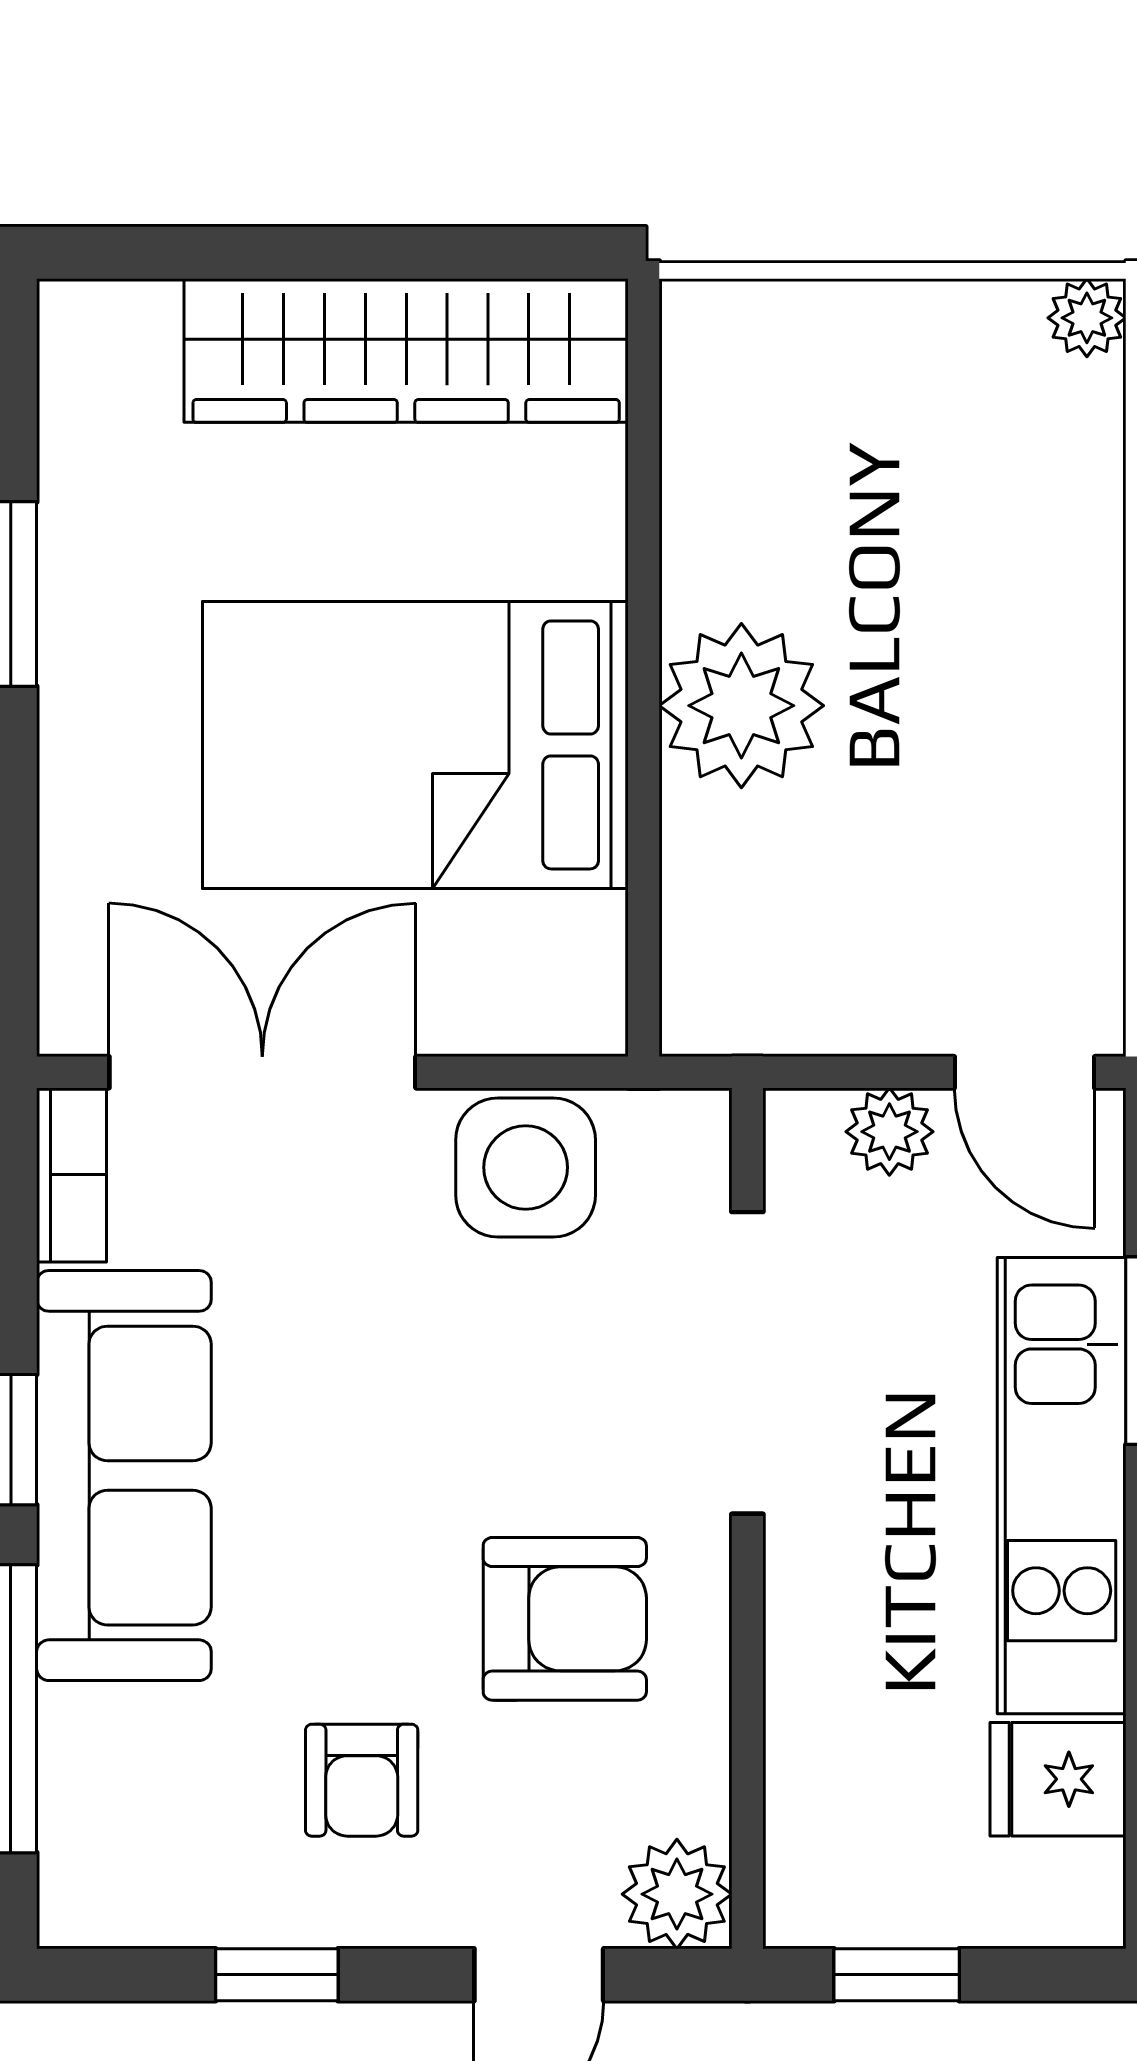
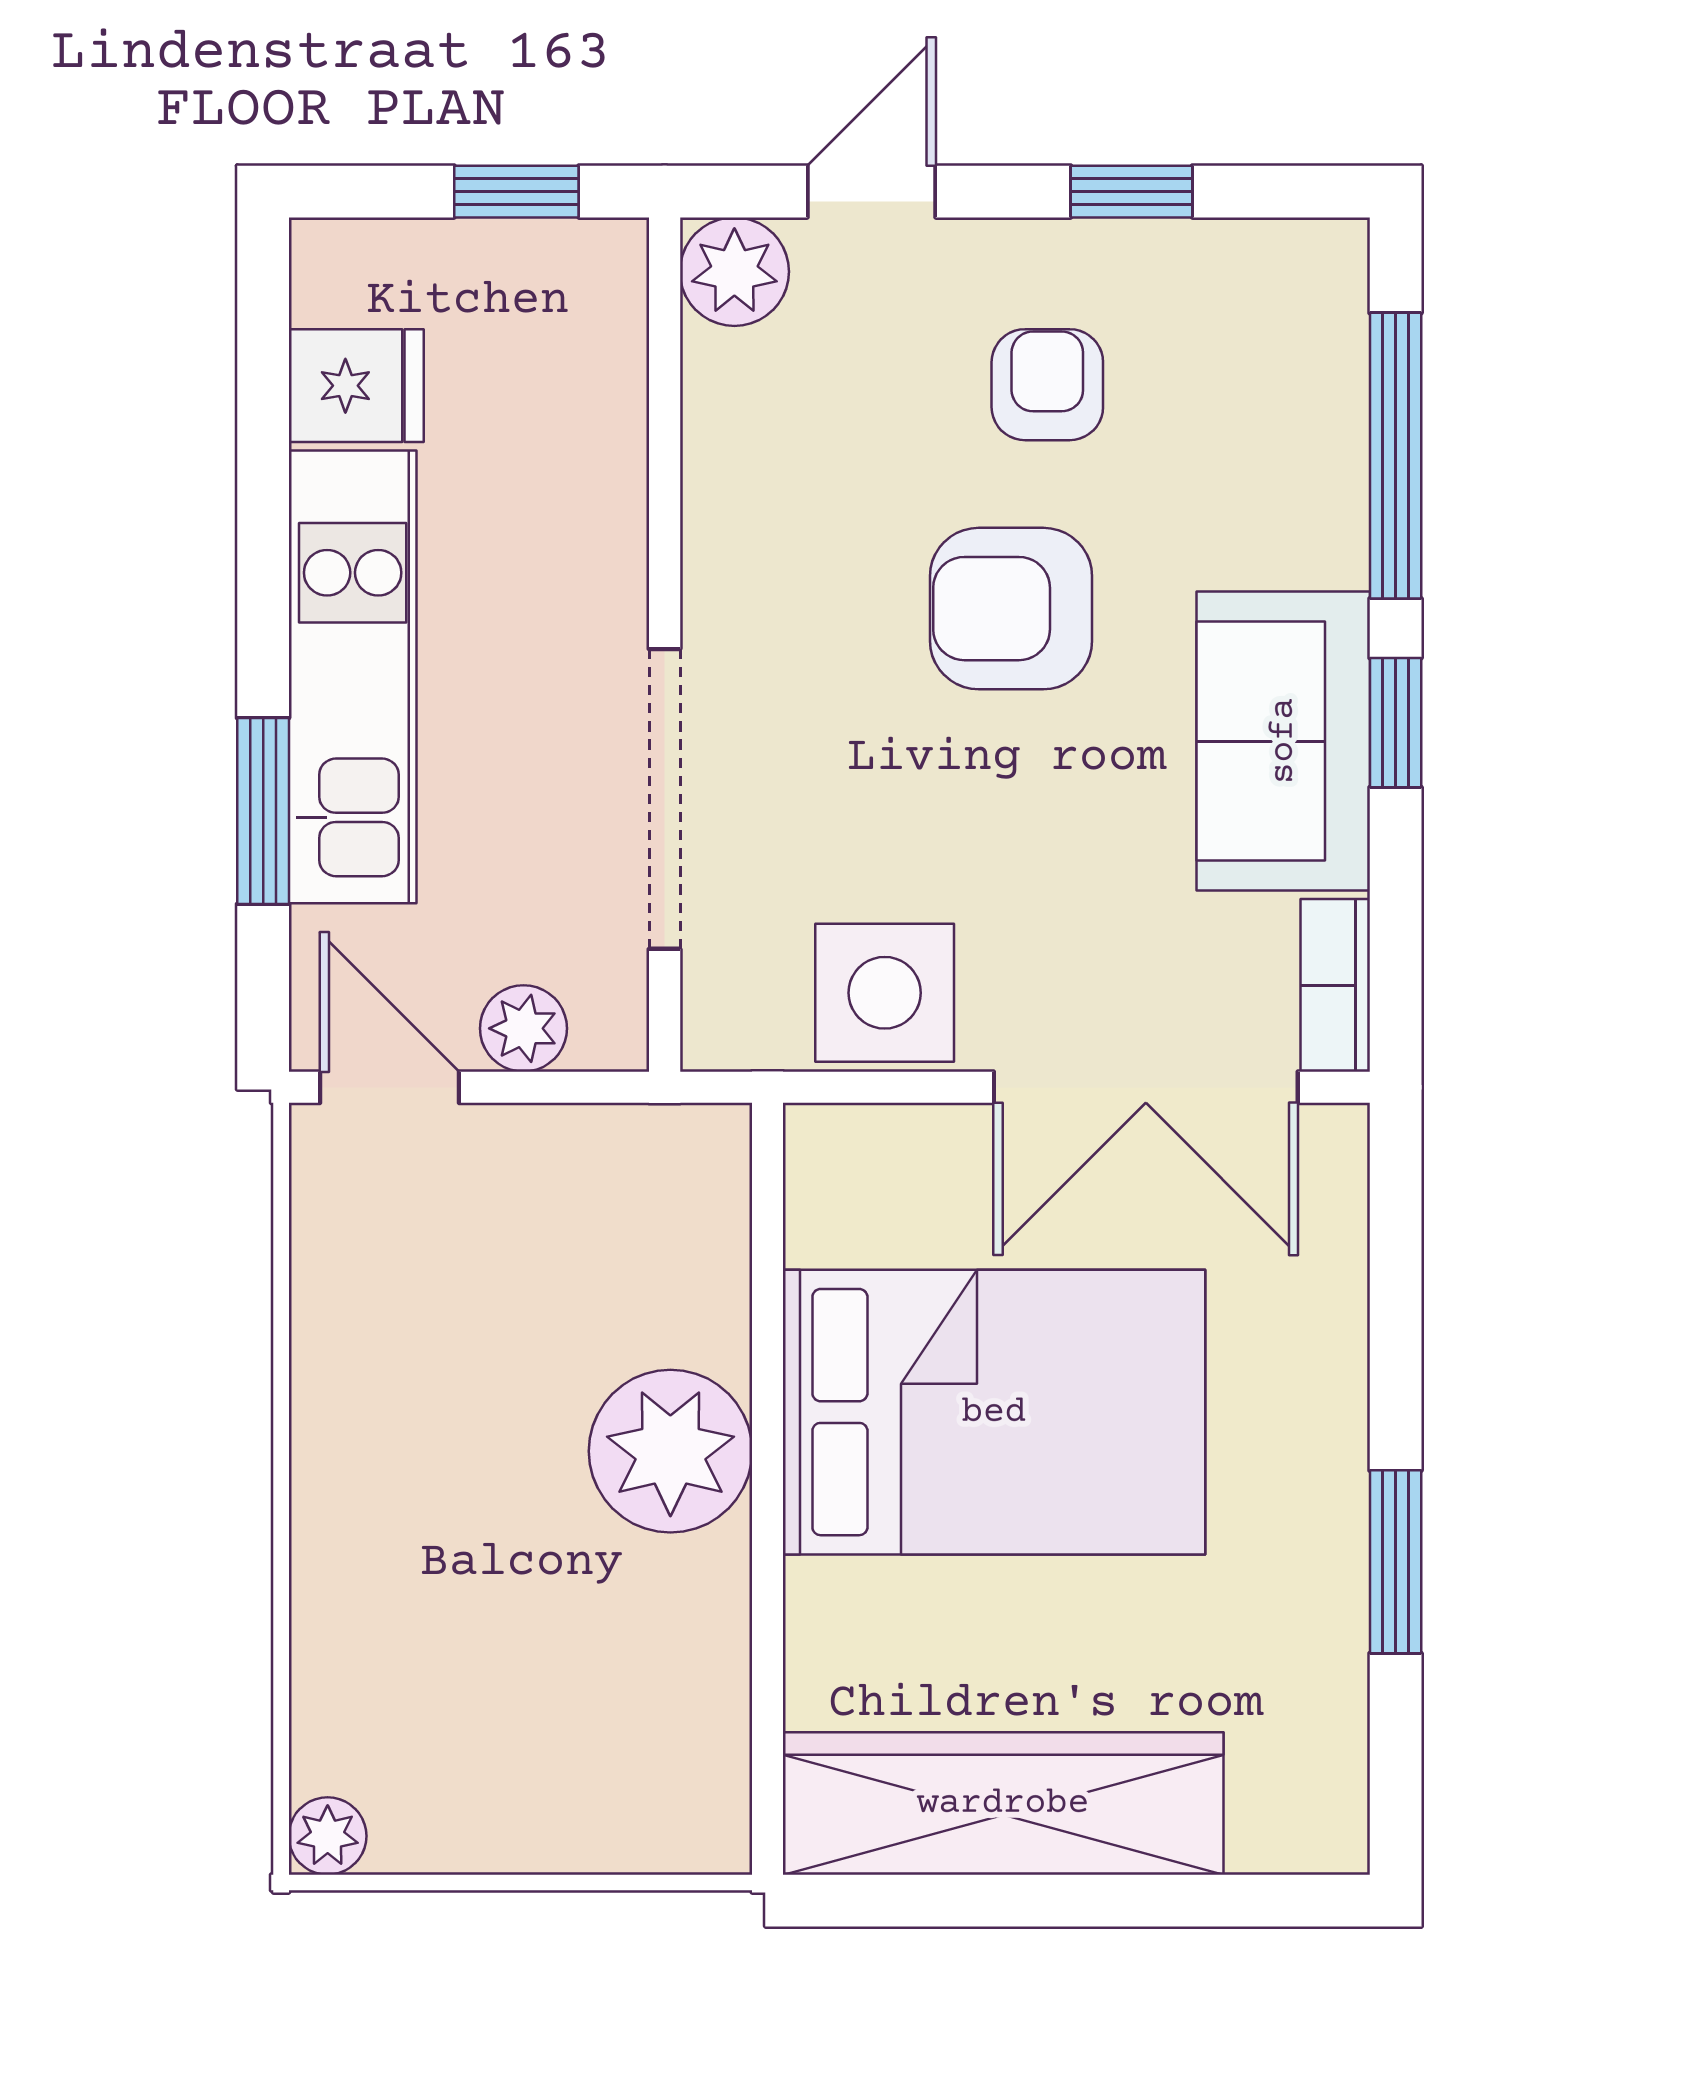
sofa: (124, 1476) -> (1283, 741), width x0.73
armchair: (565, 1619) -> (1011, 609), moved

